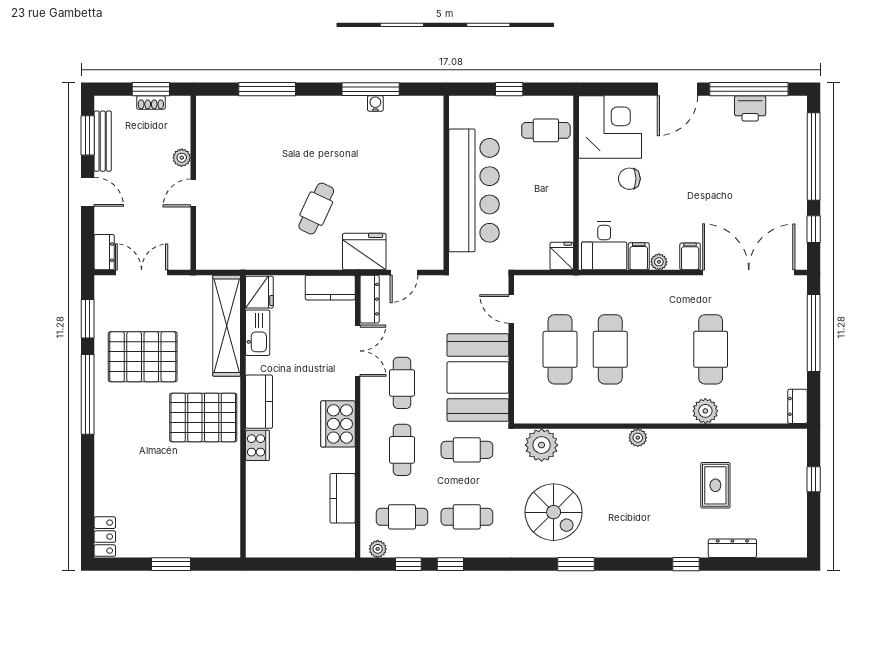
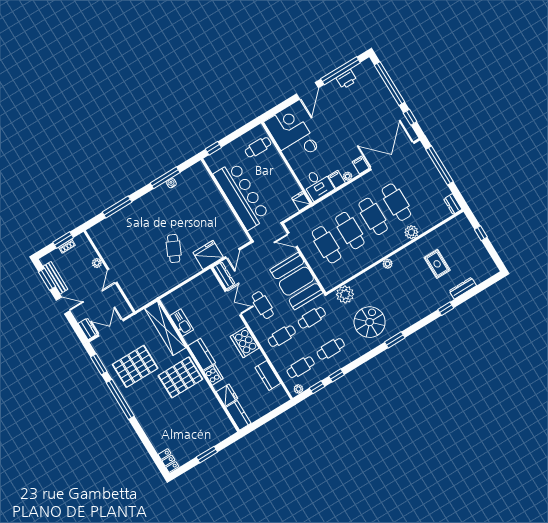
window: (509, 89) -> (213, 148), moved
kitchen counter: (330, 288) -> (238, 415), moved, turned -90
fridge: (259, 292) -> (227, 395), moved
cafe table: (660, 349) -> (373, 216), added
cafe table: (402, 450) -> (282, 336), turned 90
spiral stairs: (554, 512) -> (370, 322), turned -90

